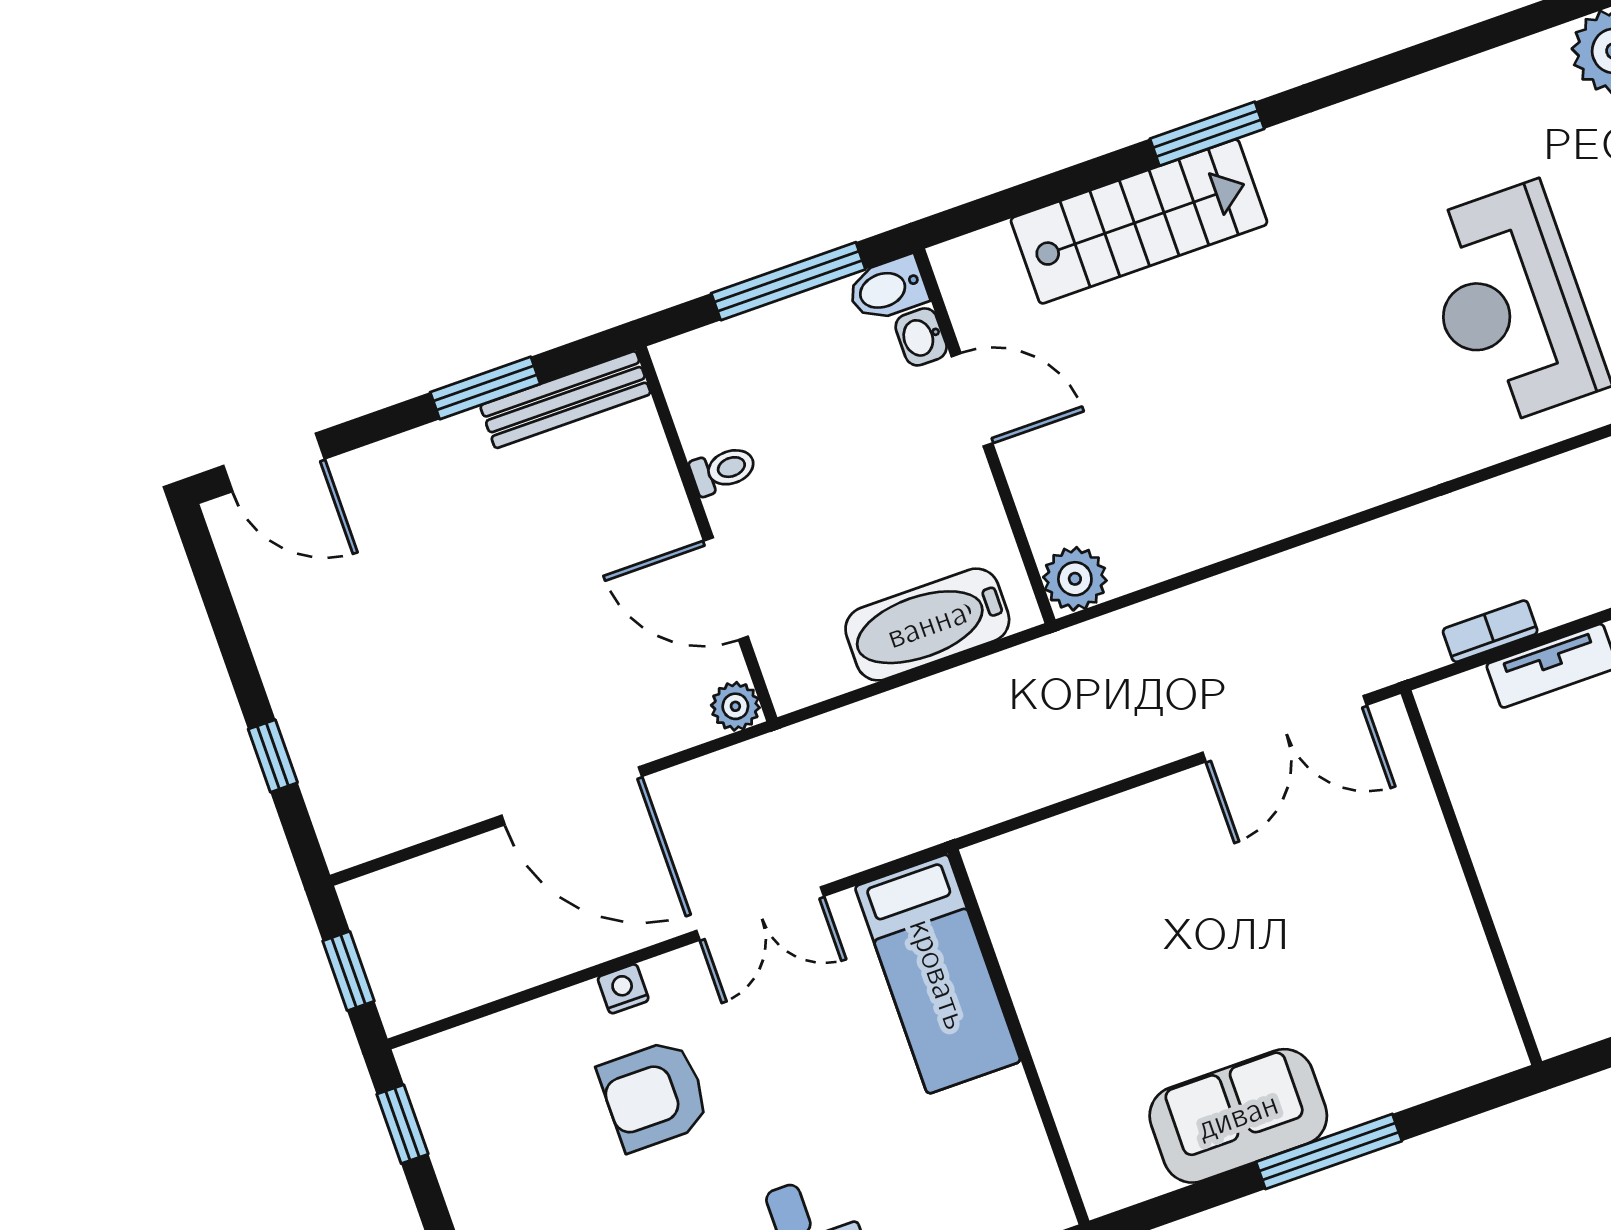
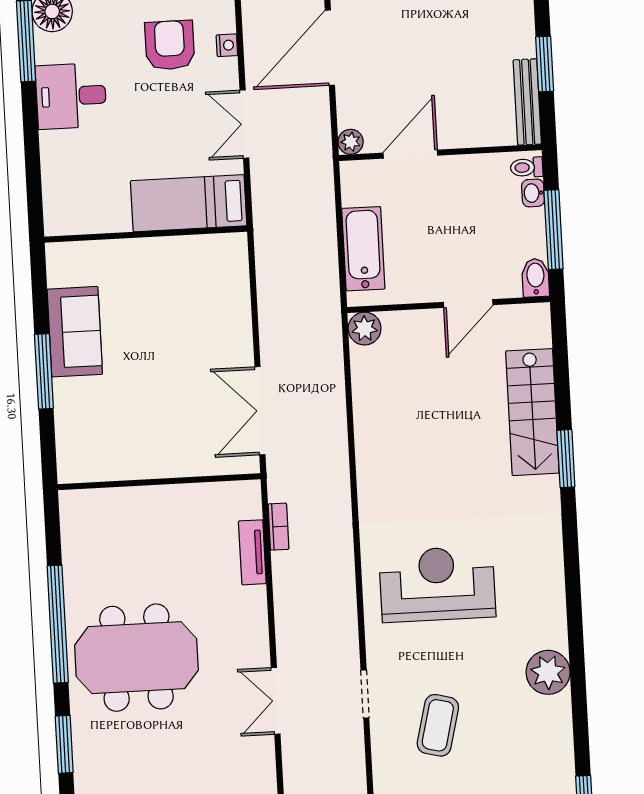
washbasin: (921, 337) -> (533, 193), moved, turned -90
toilet: (723, 470) -> (527, 167), moved, turned 90

